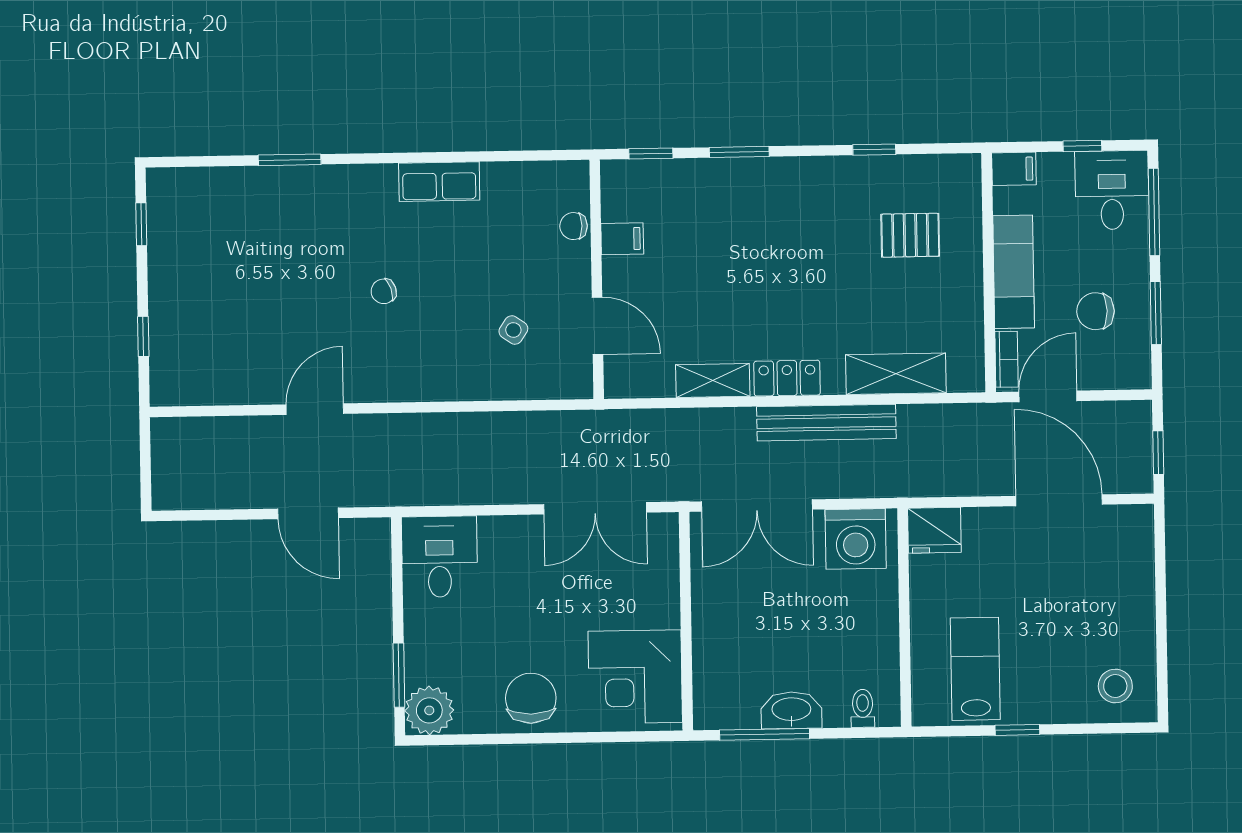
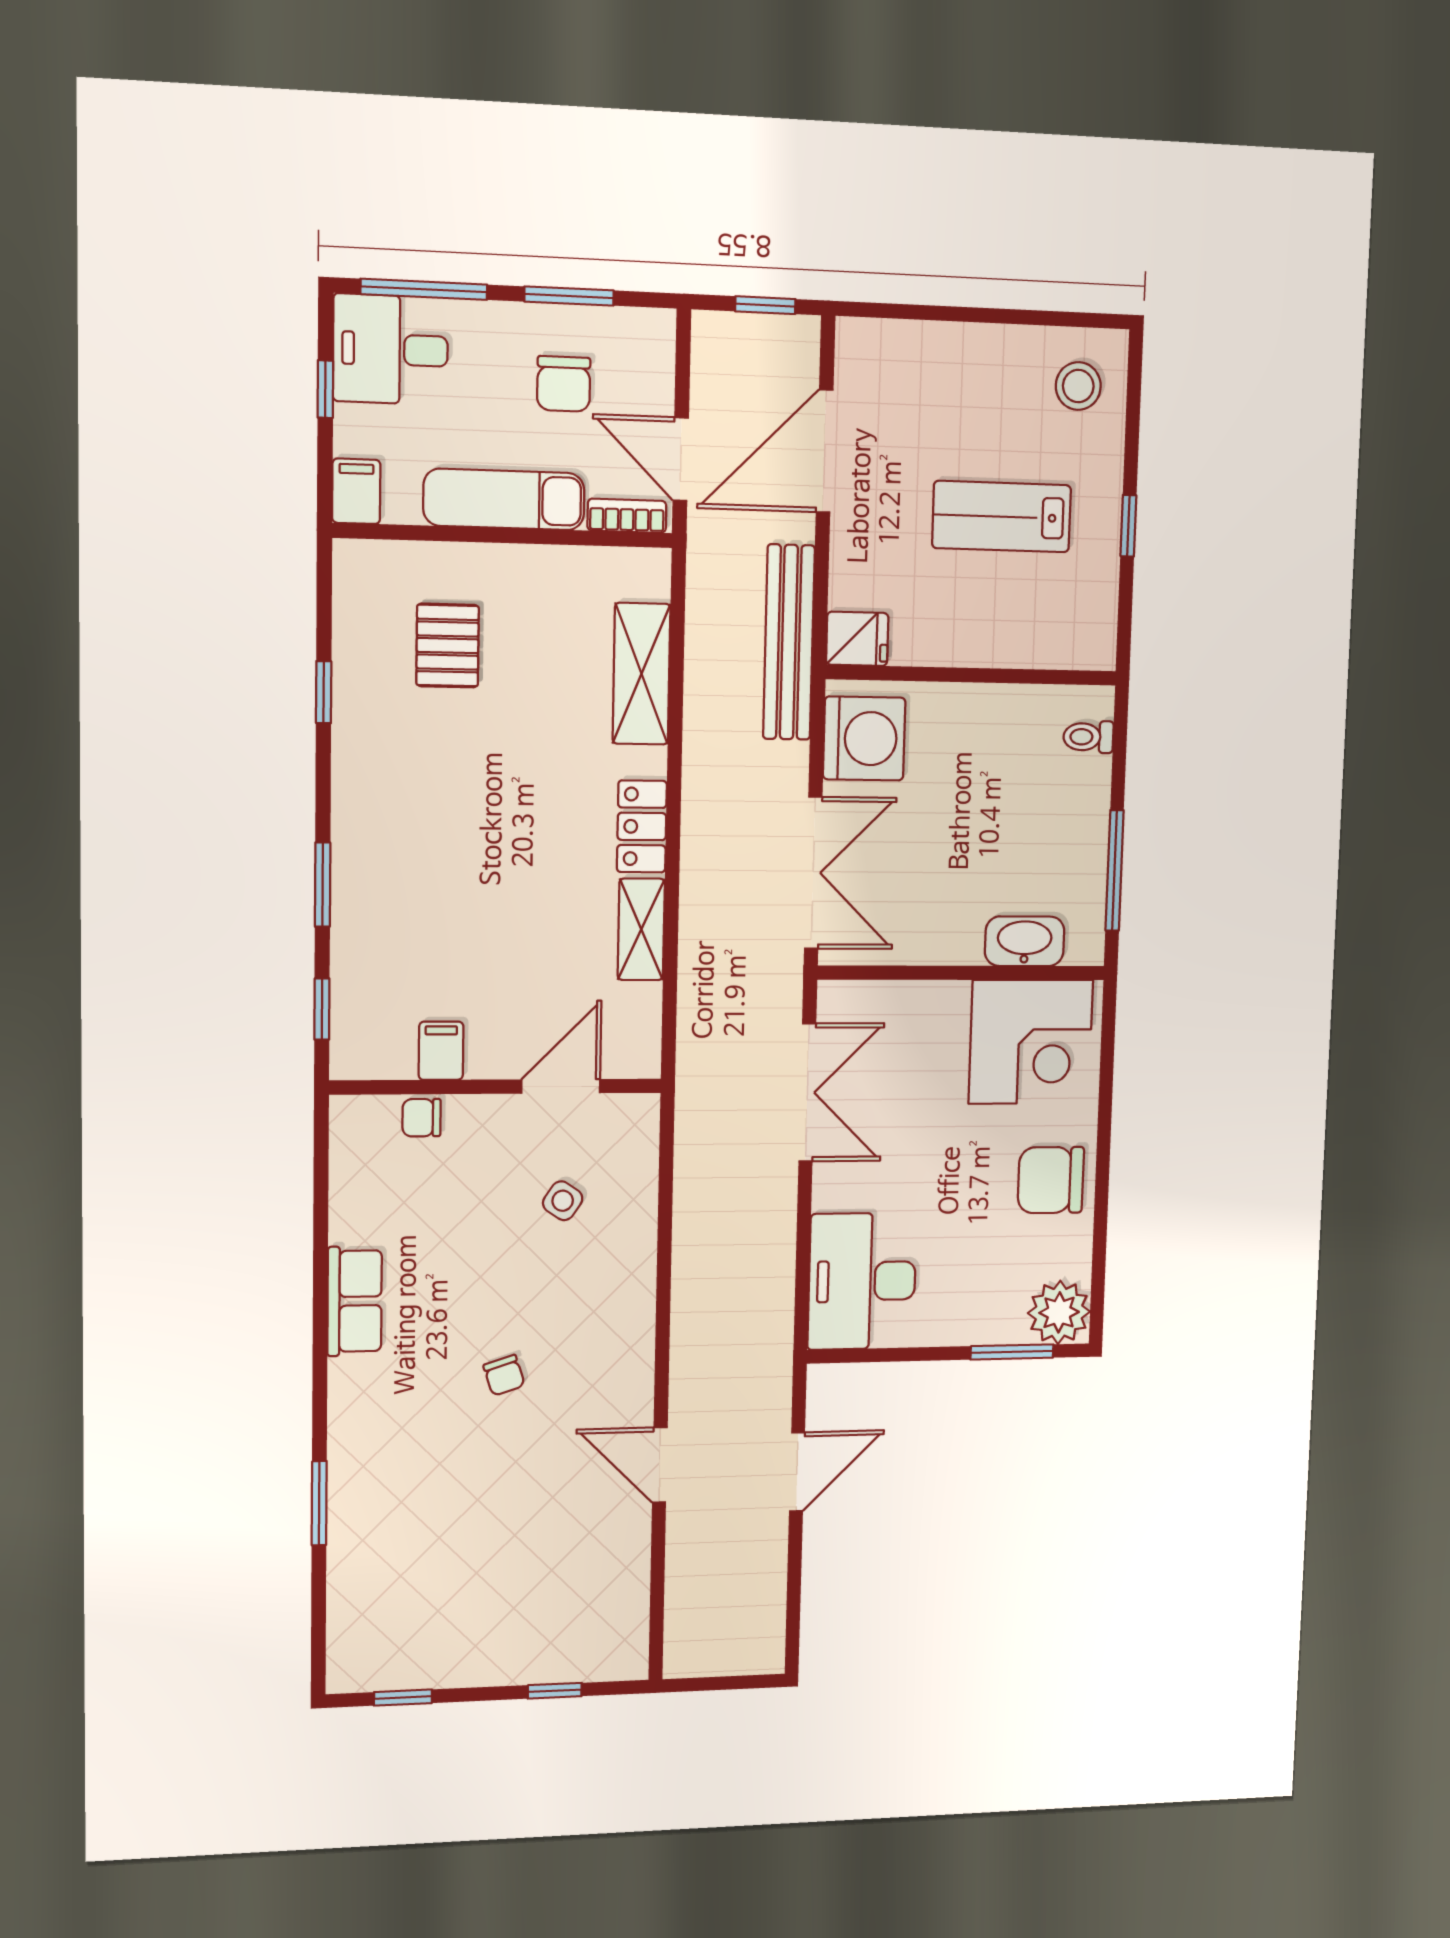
chair: (574, 226) -> (422, 1118), turned 90
bench: (826, 423) -> (789, 642), moved
fridge: (934, 530) -> (857, 639), width x0.72
desk: (440, 557) -> (862, 1281), width x1.37
lab bench: (975, 669) -> (1002, 517), moved
washbasin: (791, 710) -> (1025, 941), moved, turned 90

